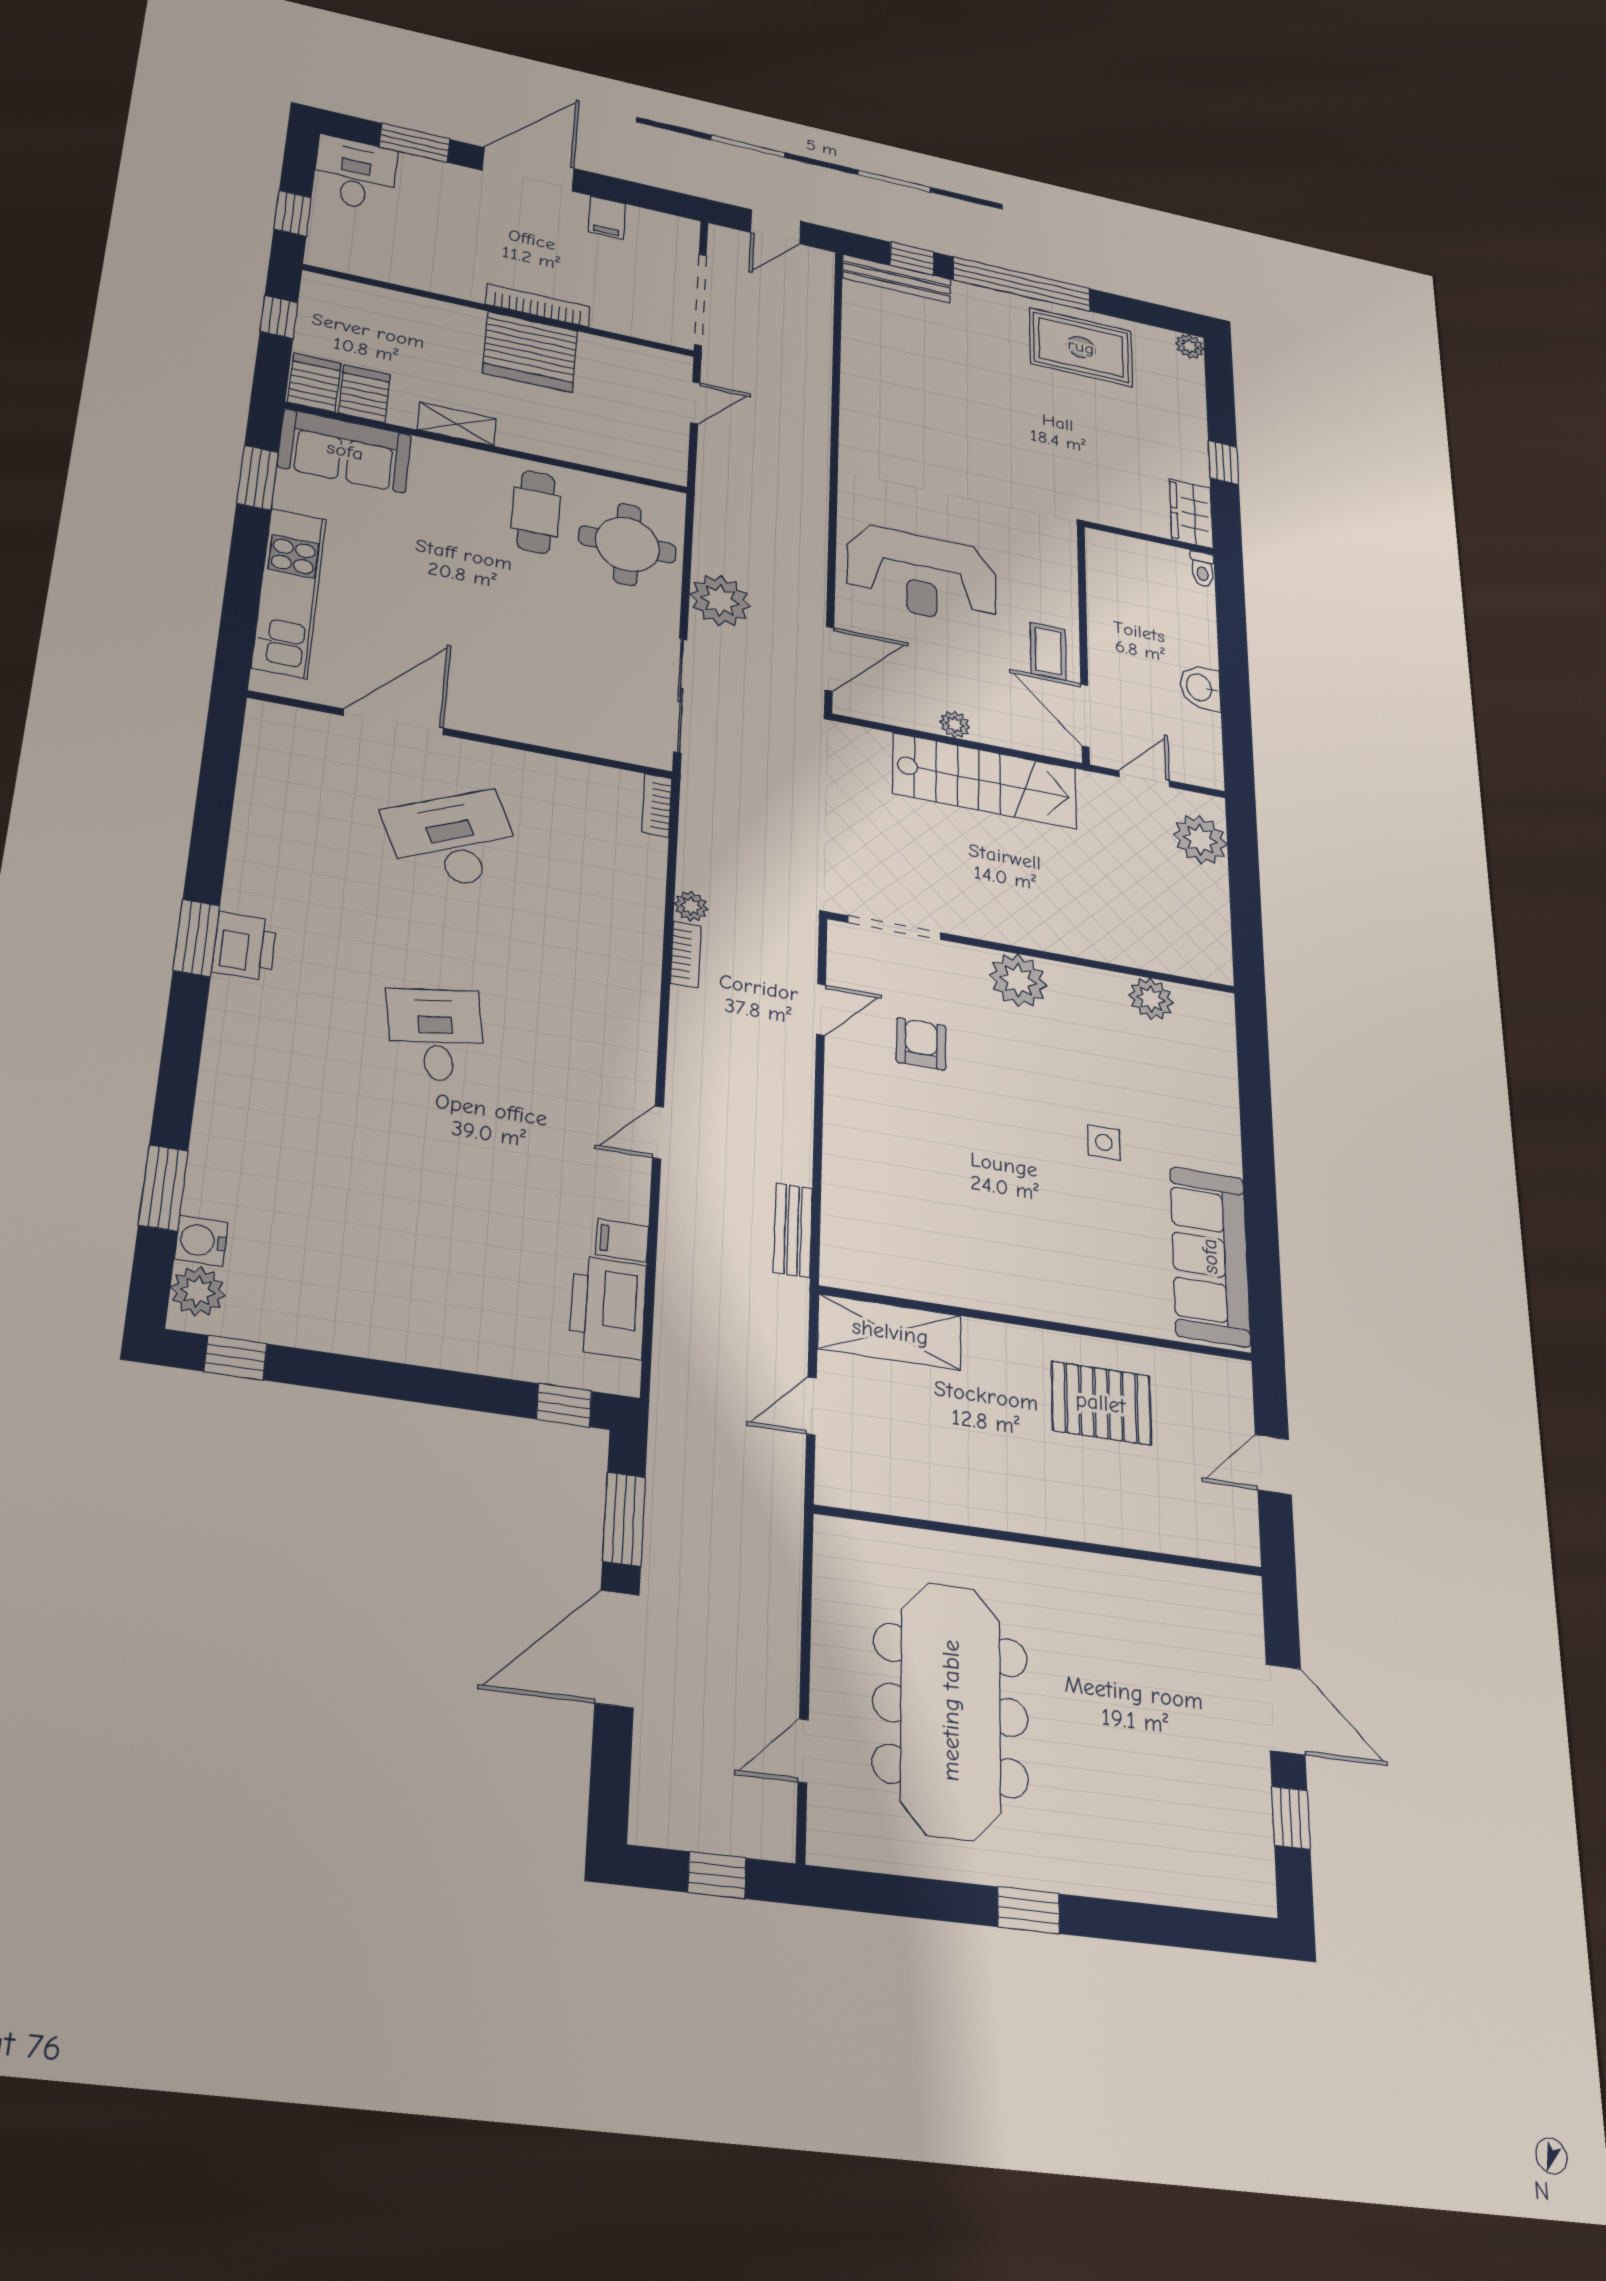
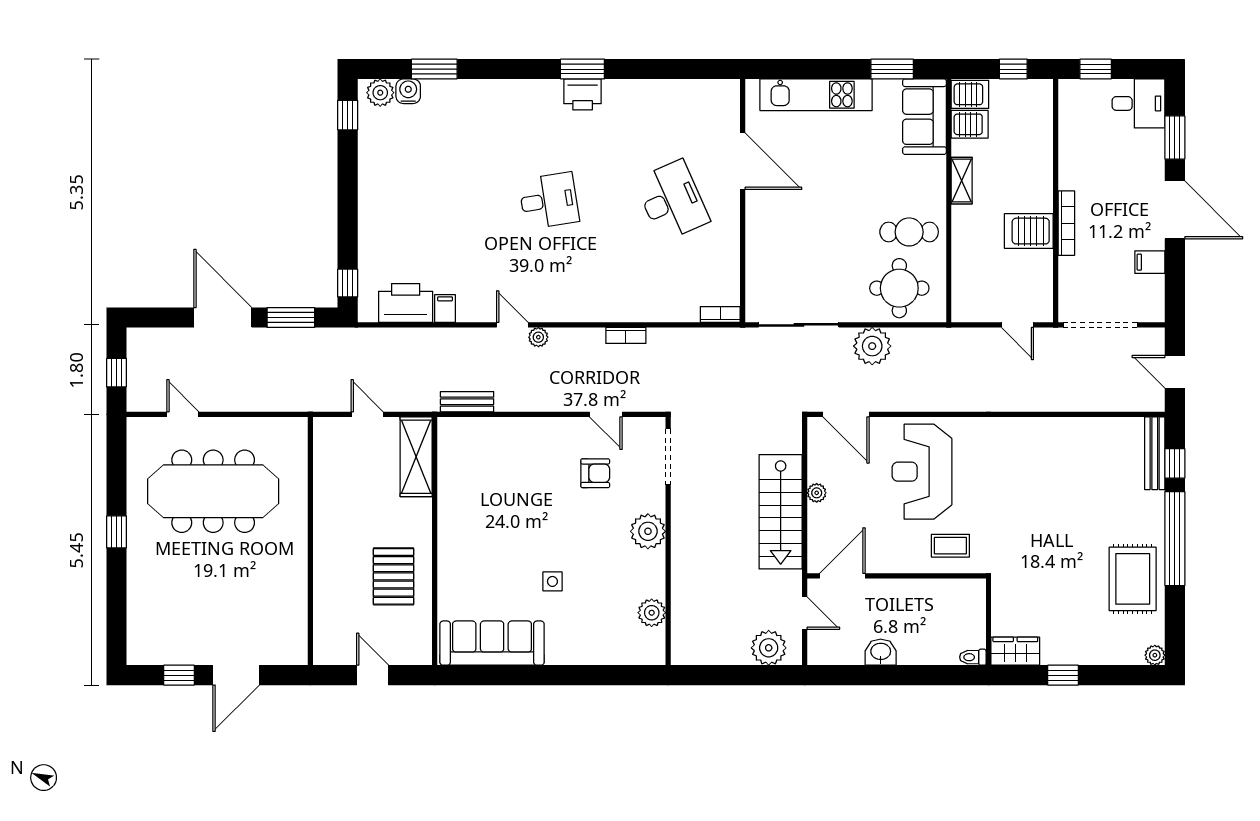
server rack: (530, 352) -> (1029, 231), width x0.62
coffee table: (1048, 651) -> (950, 546), moved
plant: (691, 906) -> (538, 337), moved

